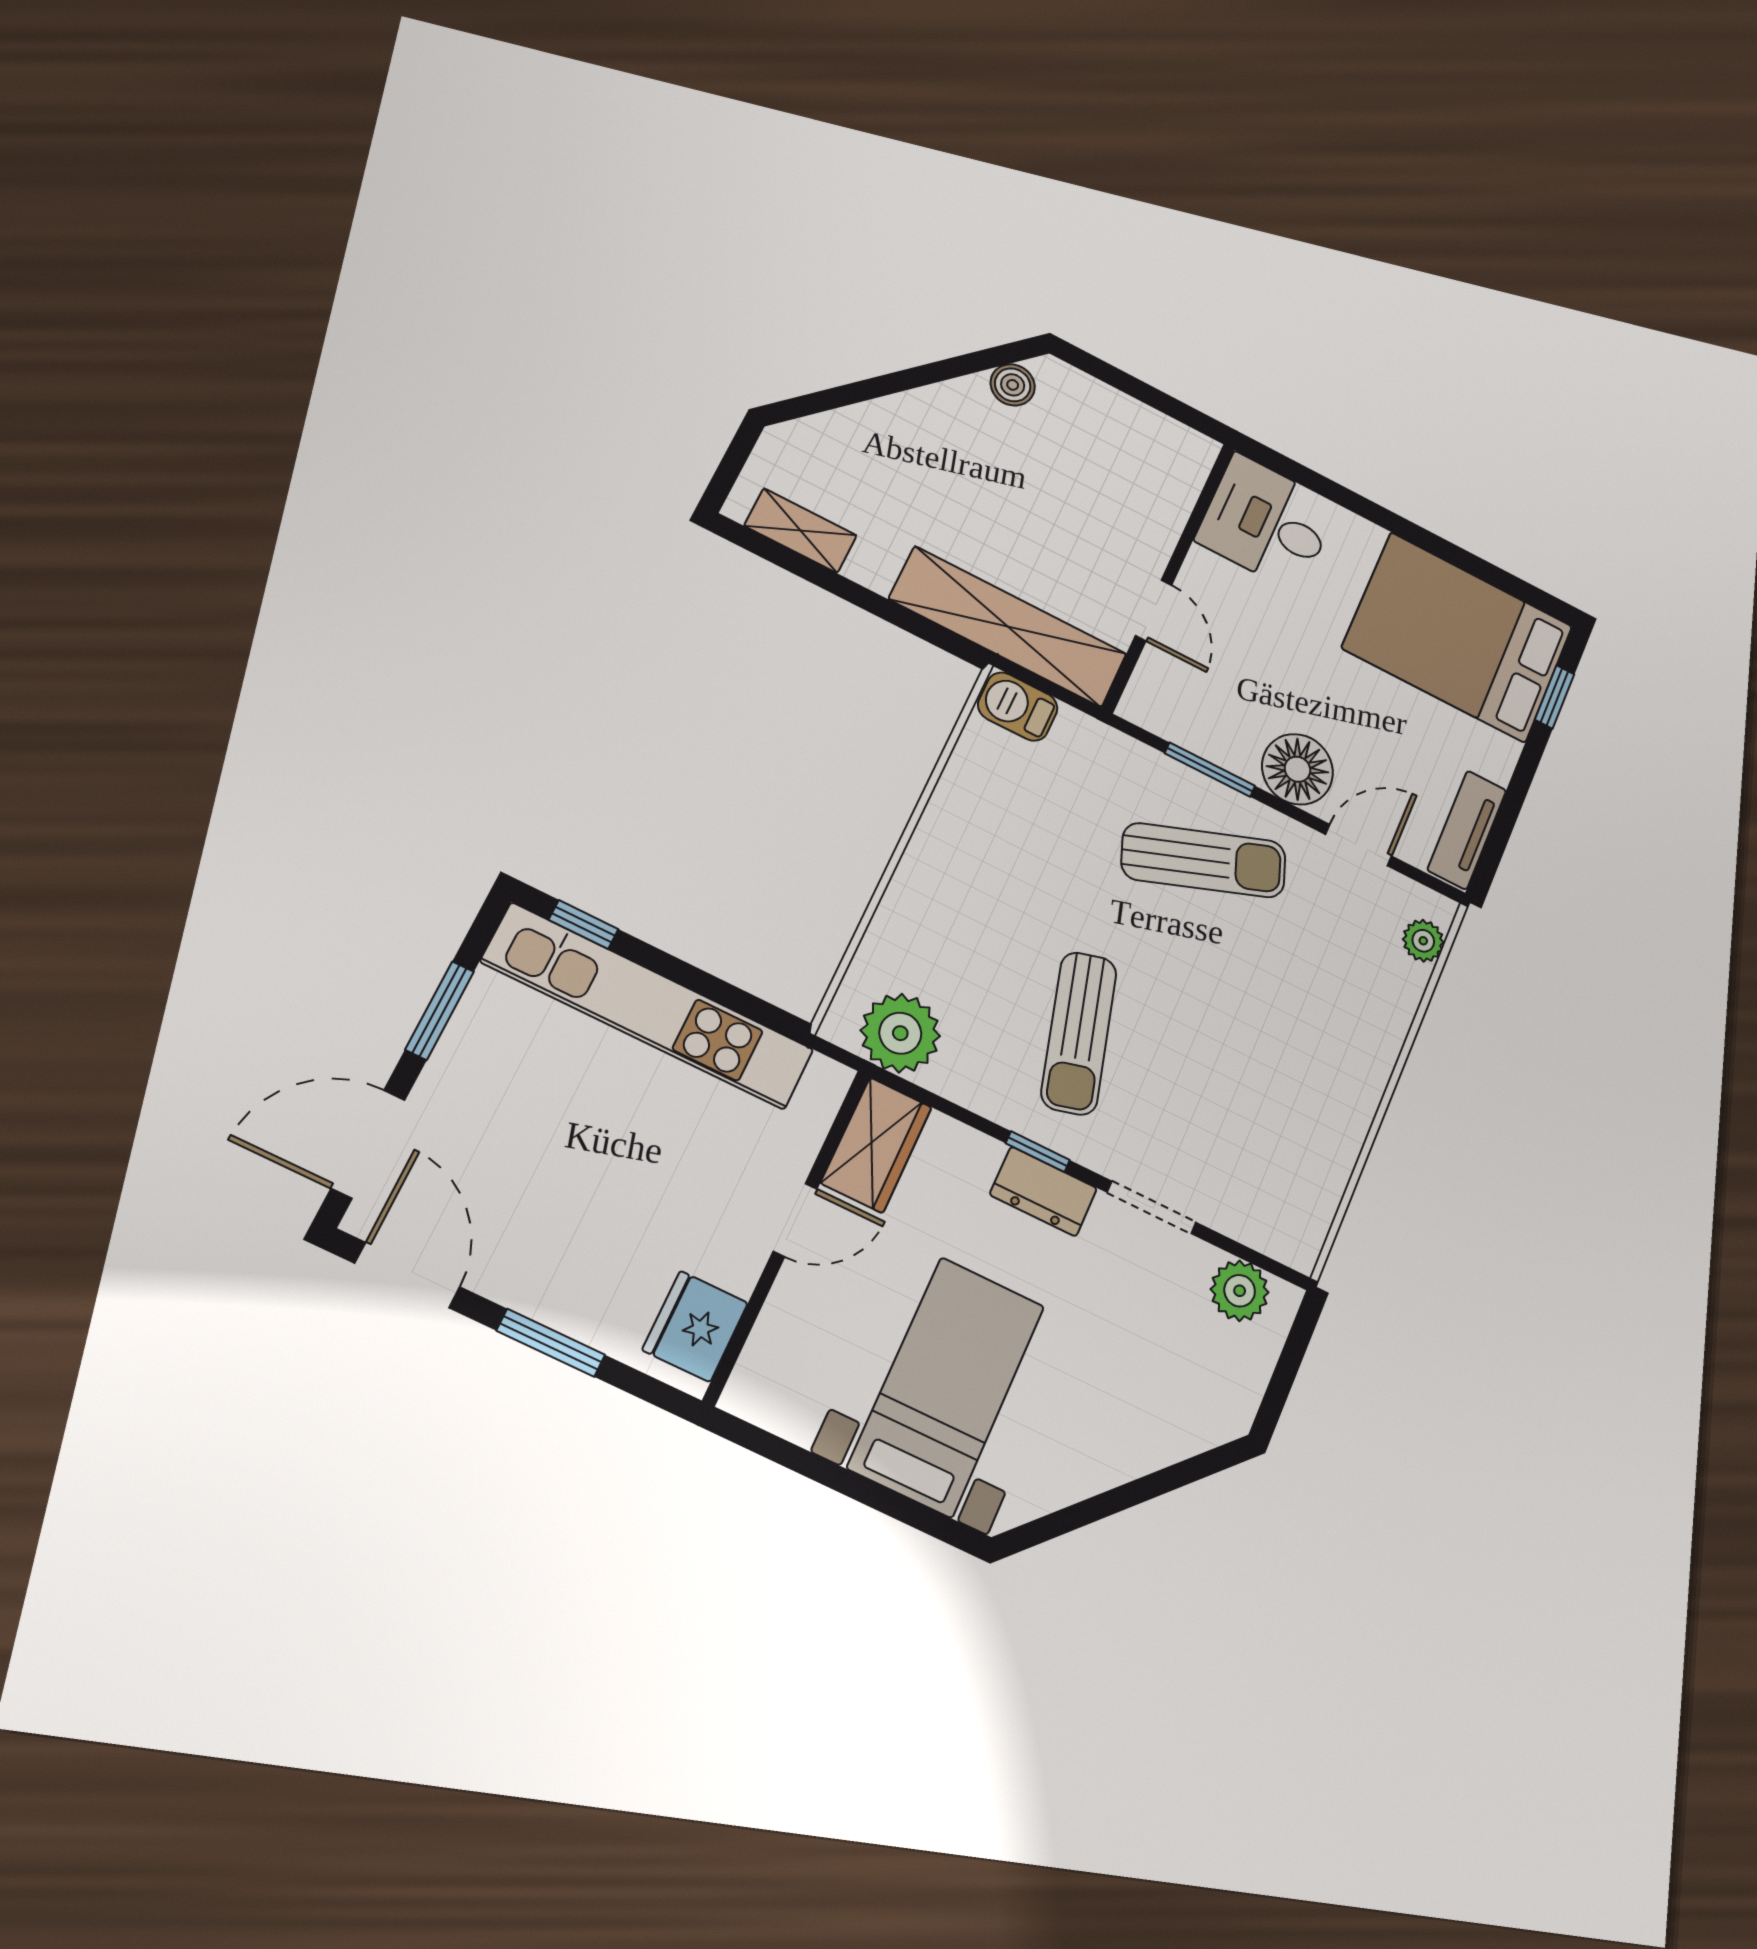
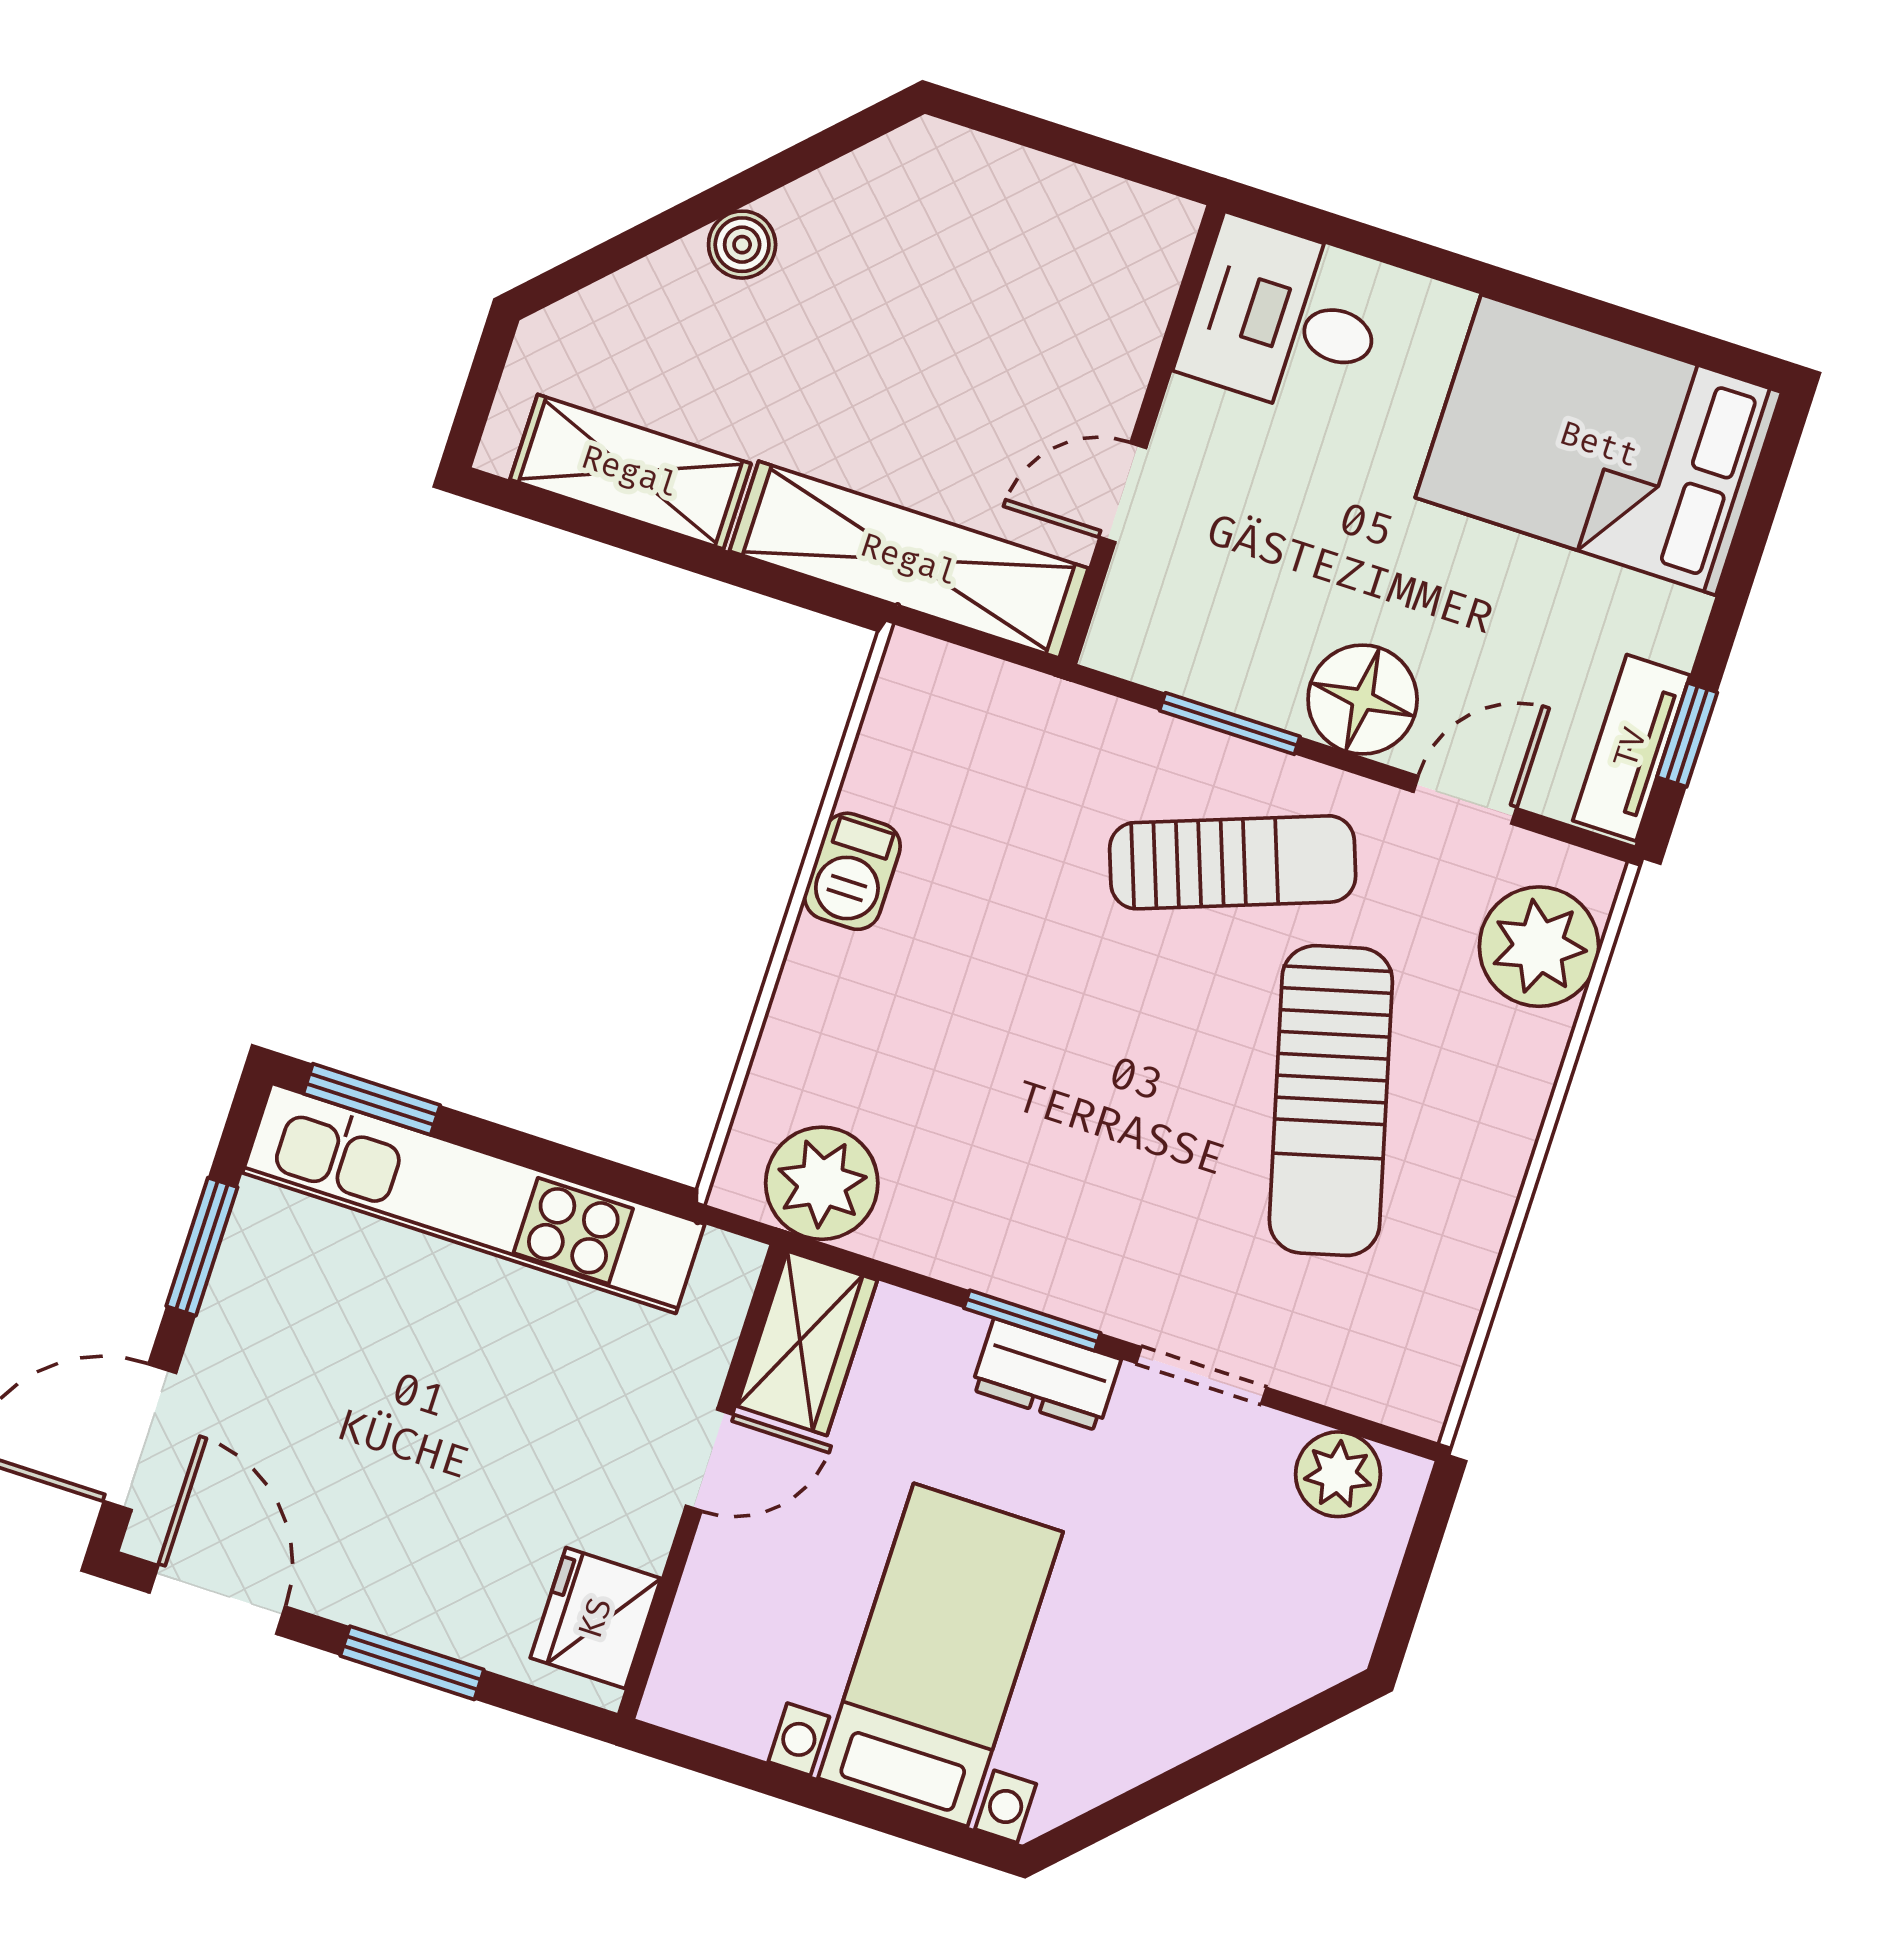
boiler: (1013, 385) -> (742, 245), moved
shelving: (801, 531) -> (630, 472), width x1.50, depth x1.33
door: (1154, 610) -> (1123, 493), swing flipped
window: (1555, 697) -> (1687, 735), moved
barbecue: (1018, 707) -> (852, 871), moved, turned -90
window: (583, 924) -> (372, 1099), width x1.50
plant: (1423, 941) -> (1539, 947), width x1.88, depth x1.88
sun lounger: (1079, 1033) -> (1331, 1101), moved, width x1.36, depth x1.34
window: (1038, 1152) -> (1032, 1320), width x1.50

